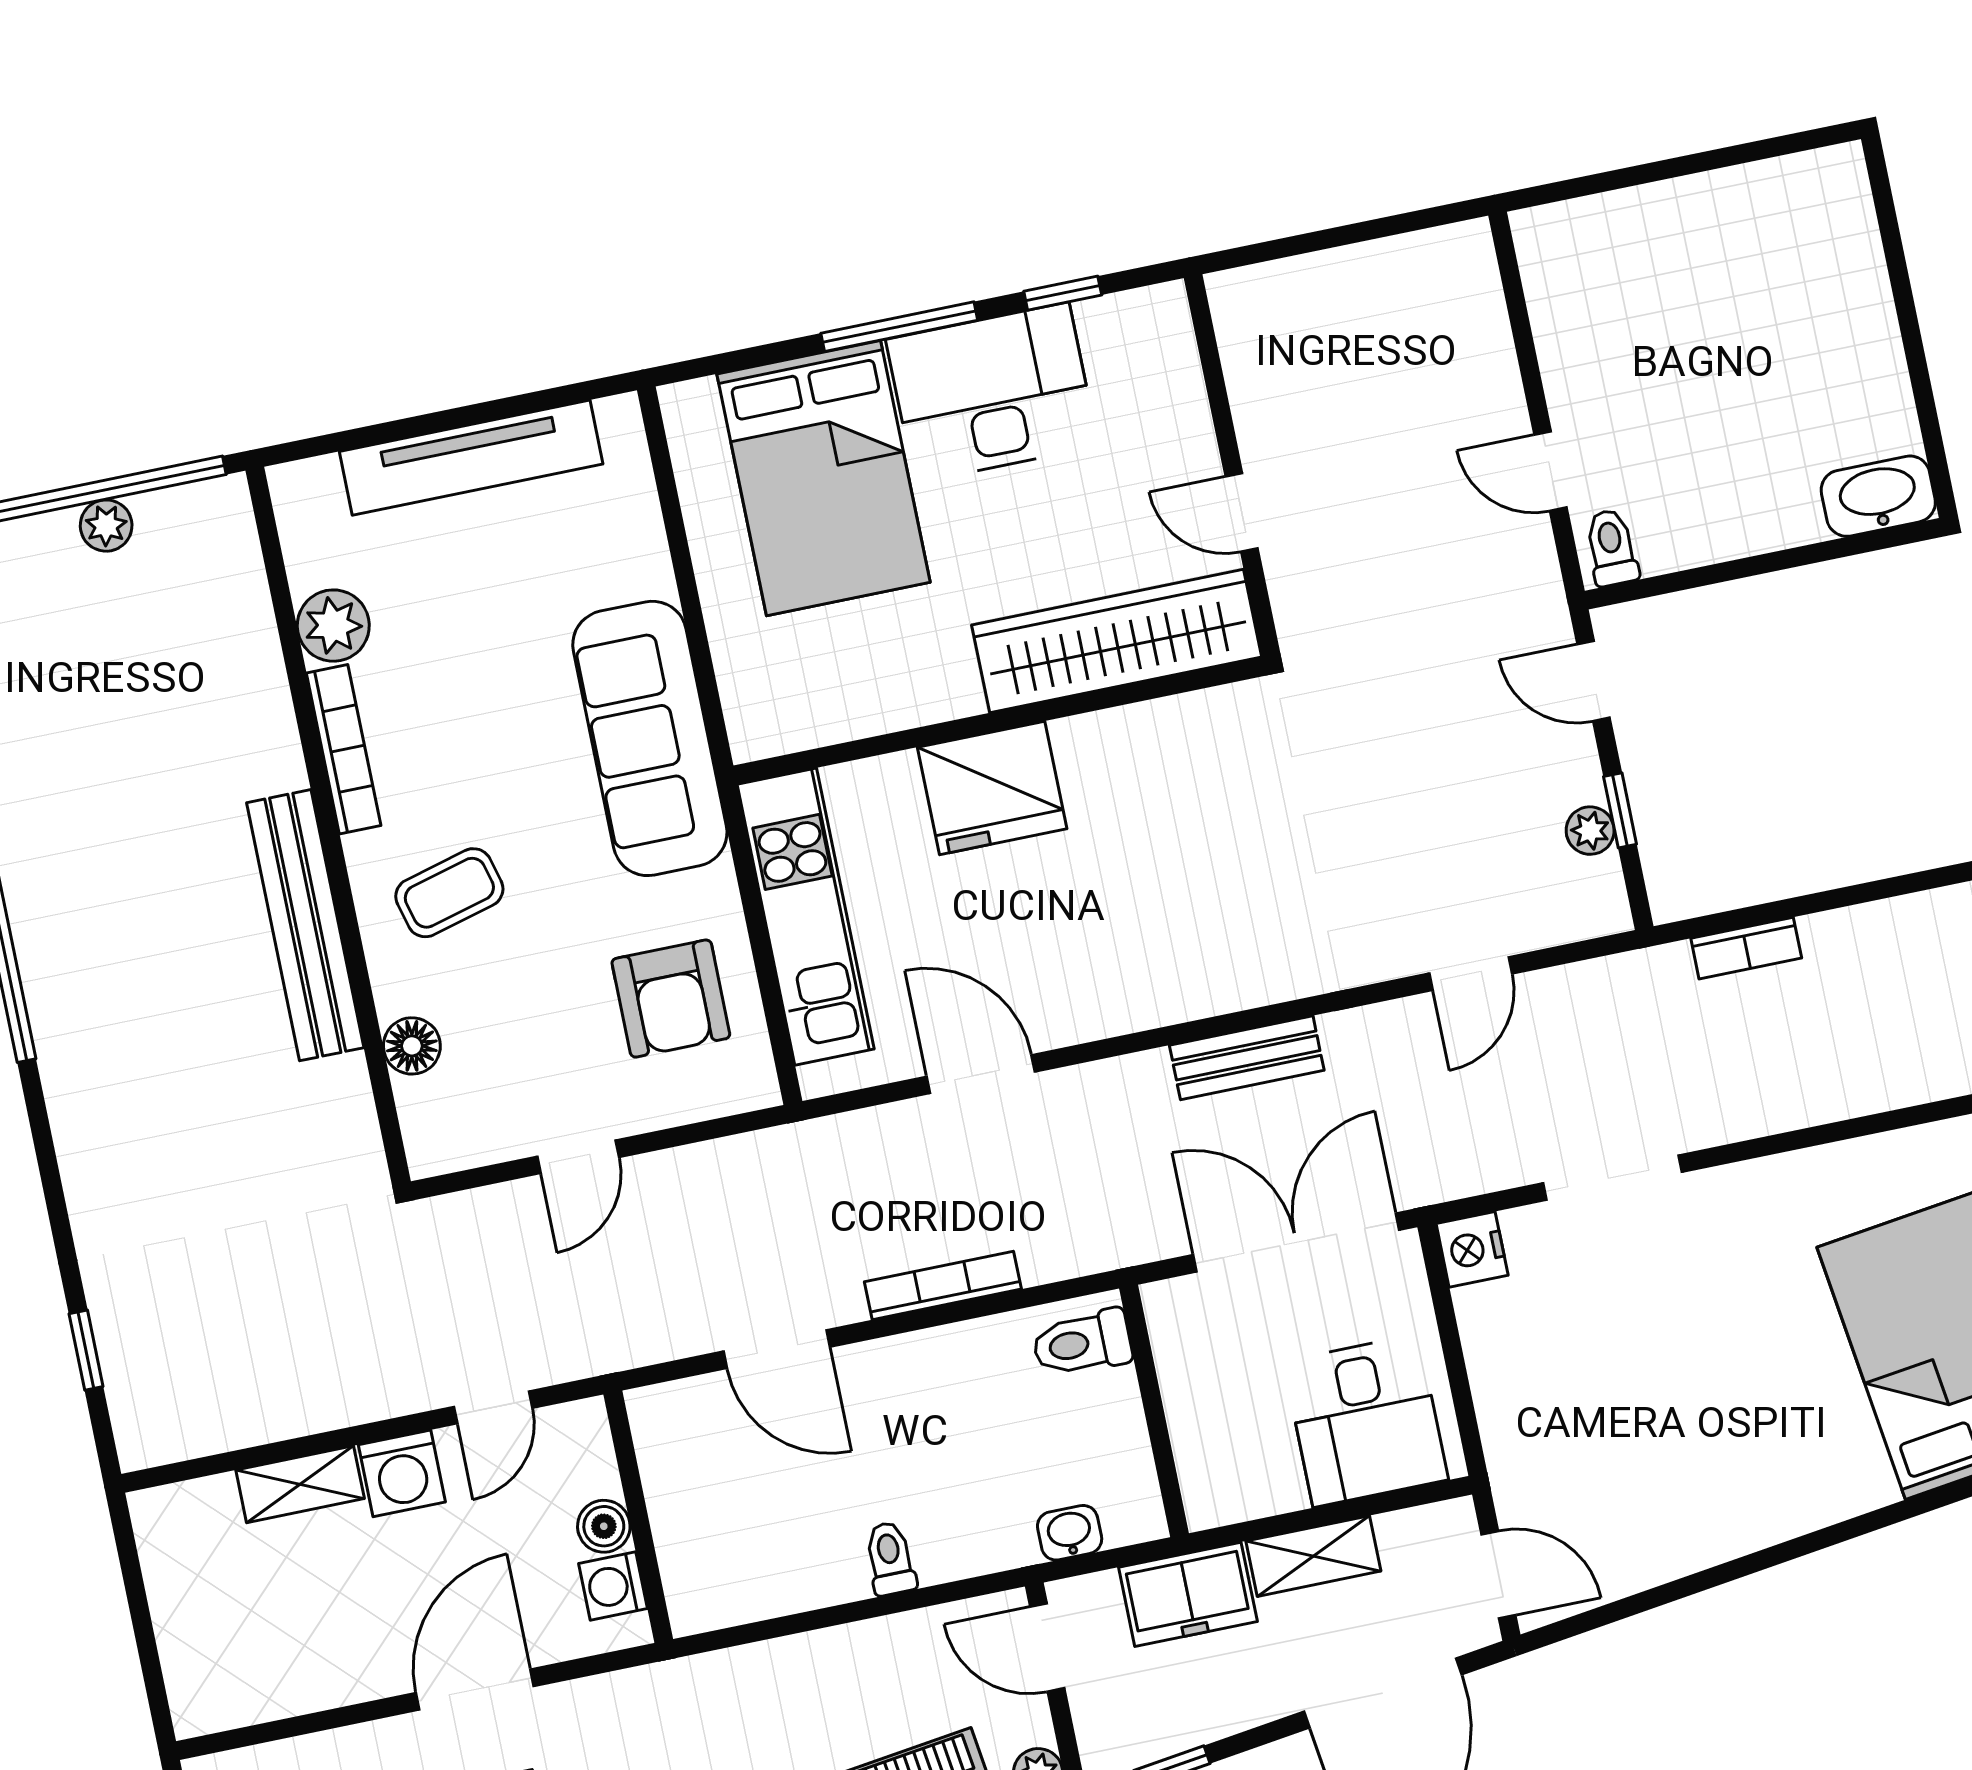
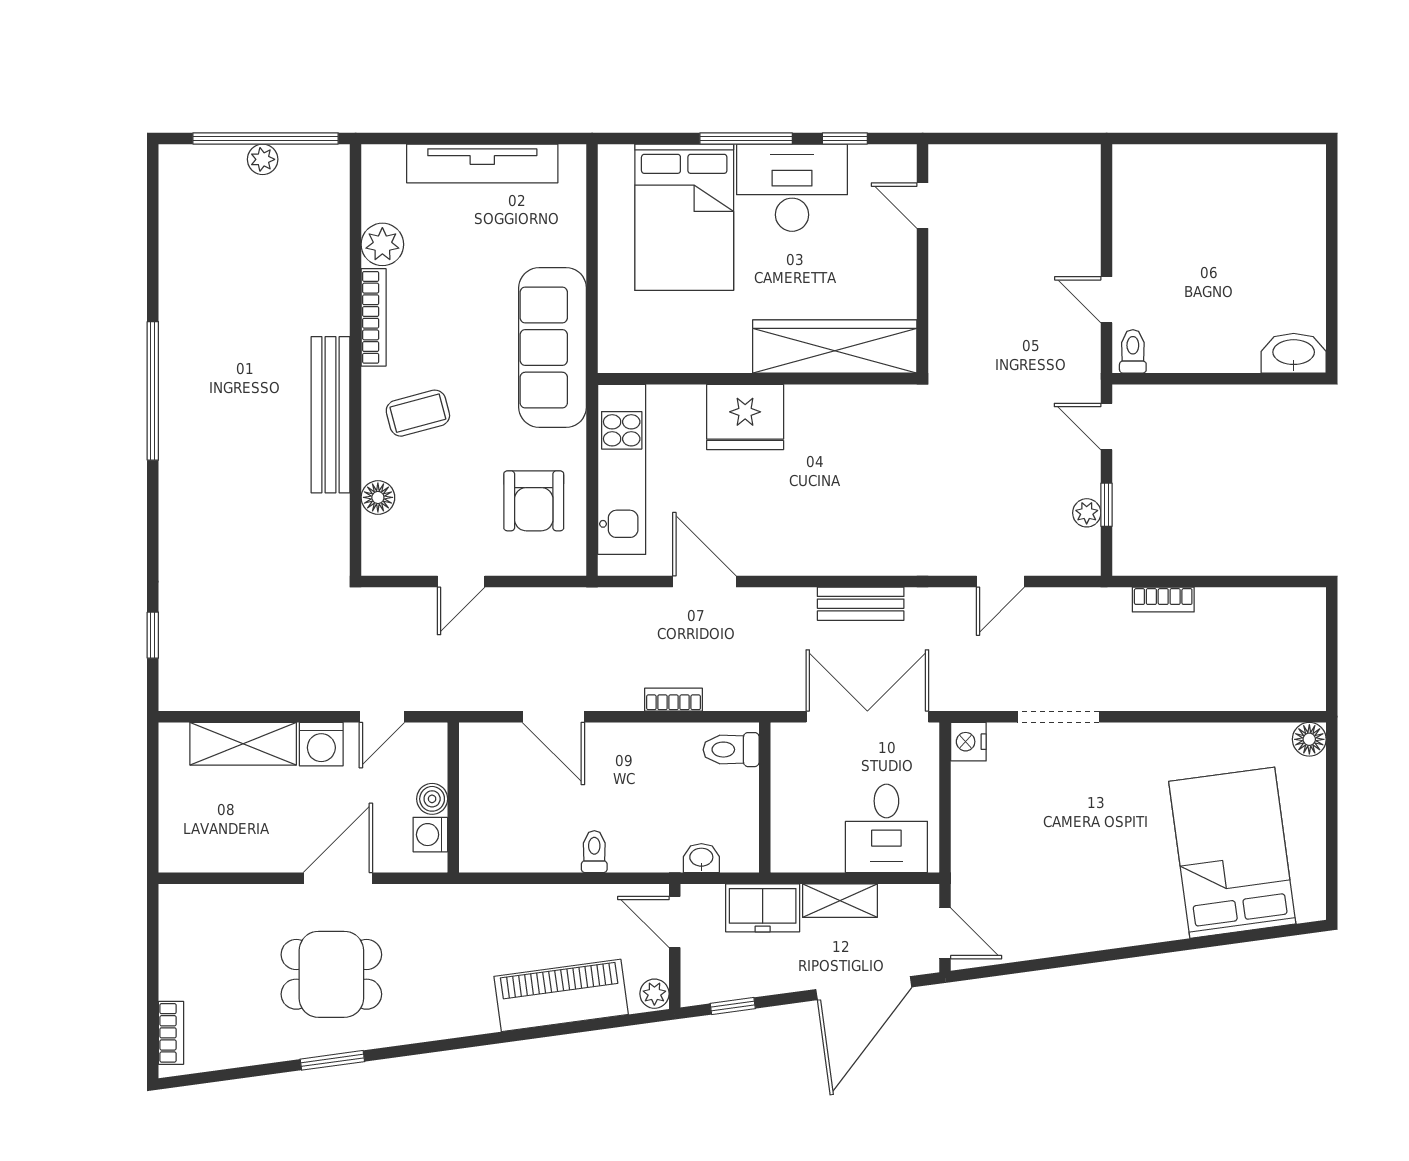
door: (1242, 512) -> (923, 206), moved
bookcase: (943, 1285) -> (674, 700), width x0.64
shelving: (300, 1484) -> (243, 744), width x1.50, depth x1.33

